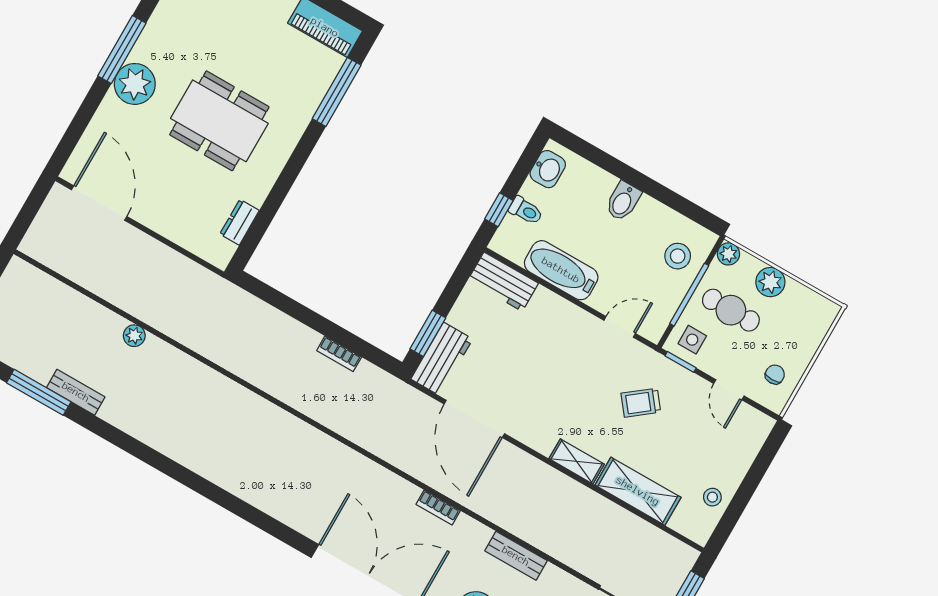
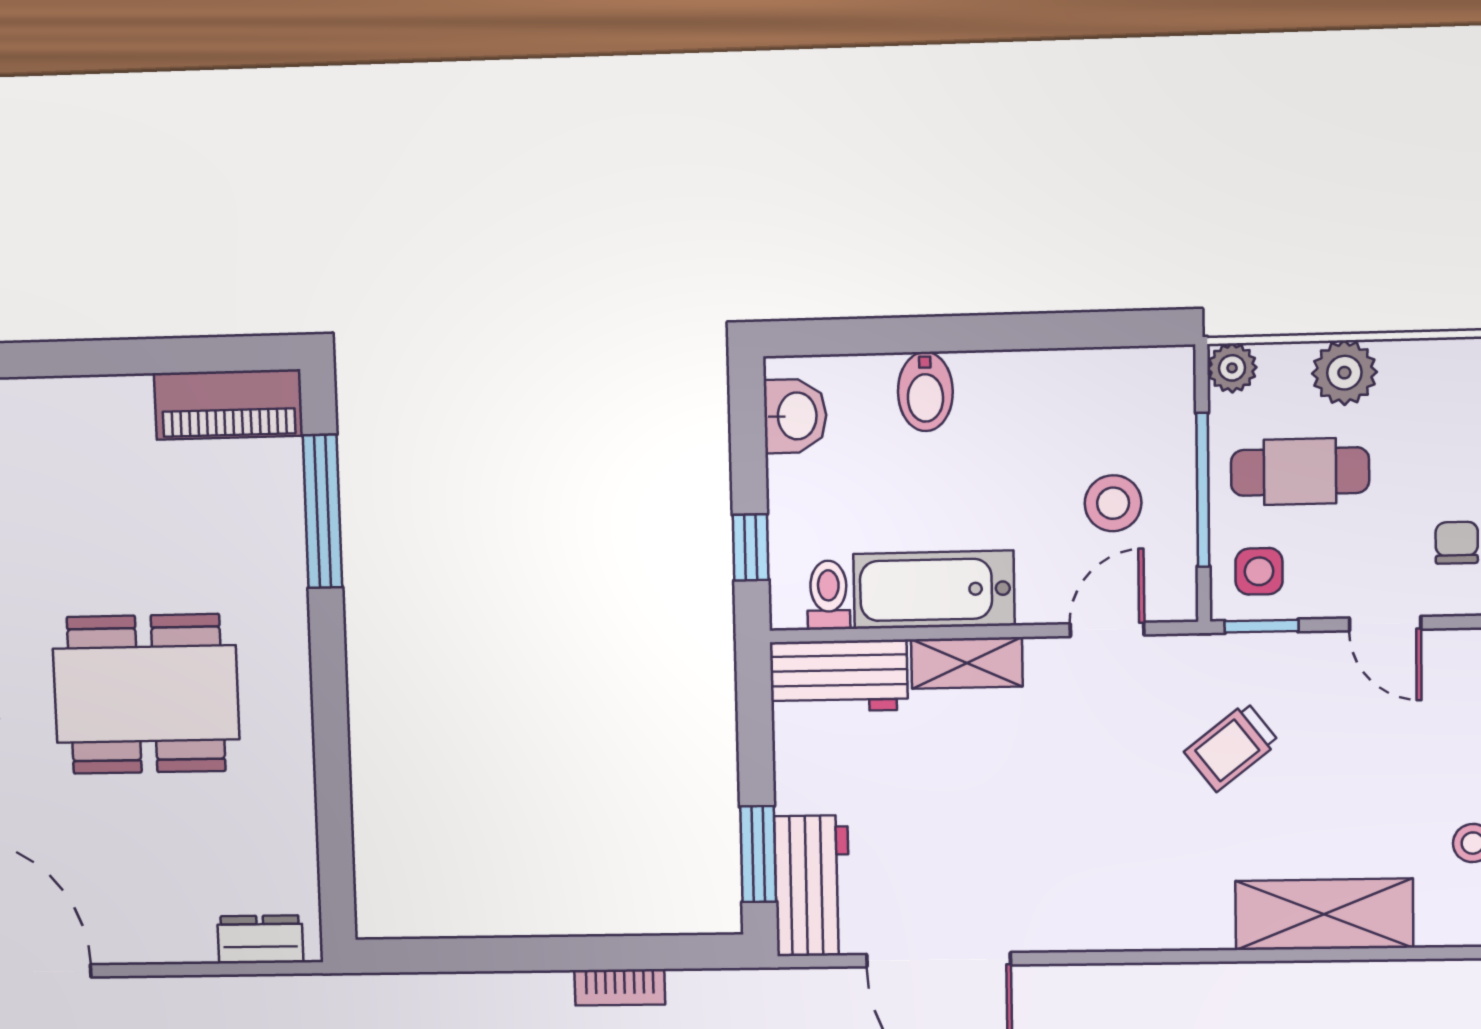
bidet: (623, 201) -> (925, 392), moved
toilet: (526, 211) -> (829, 595), moved, turned -90
dresser: (239, 222) -> (260, 939), moved, turned 90
stool: (678, 256) -> (1113, 503), moved
shelving: (577, 461) -> (967, 663), moved

